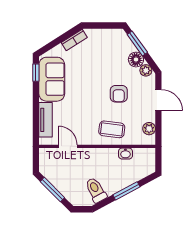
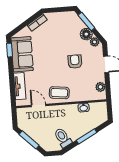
armchair: (119, 94) -> (75, 62), turned 180
coffee table: (112, 129) -> (59, 93), moved

